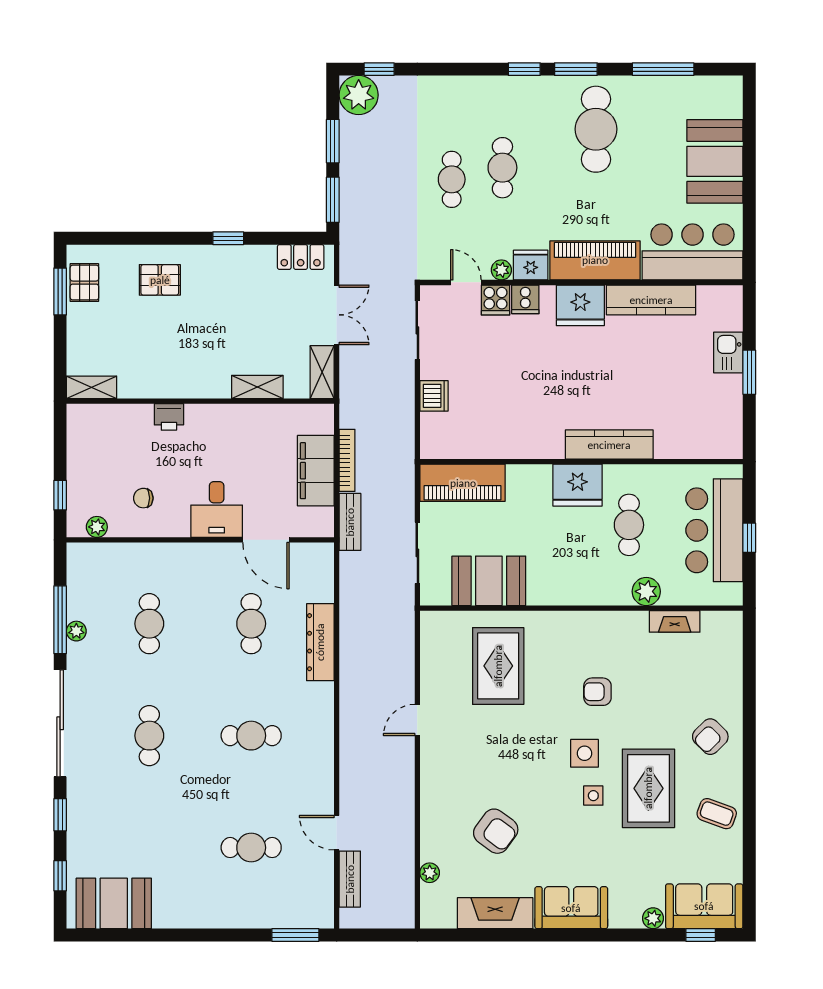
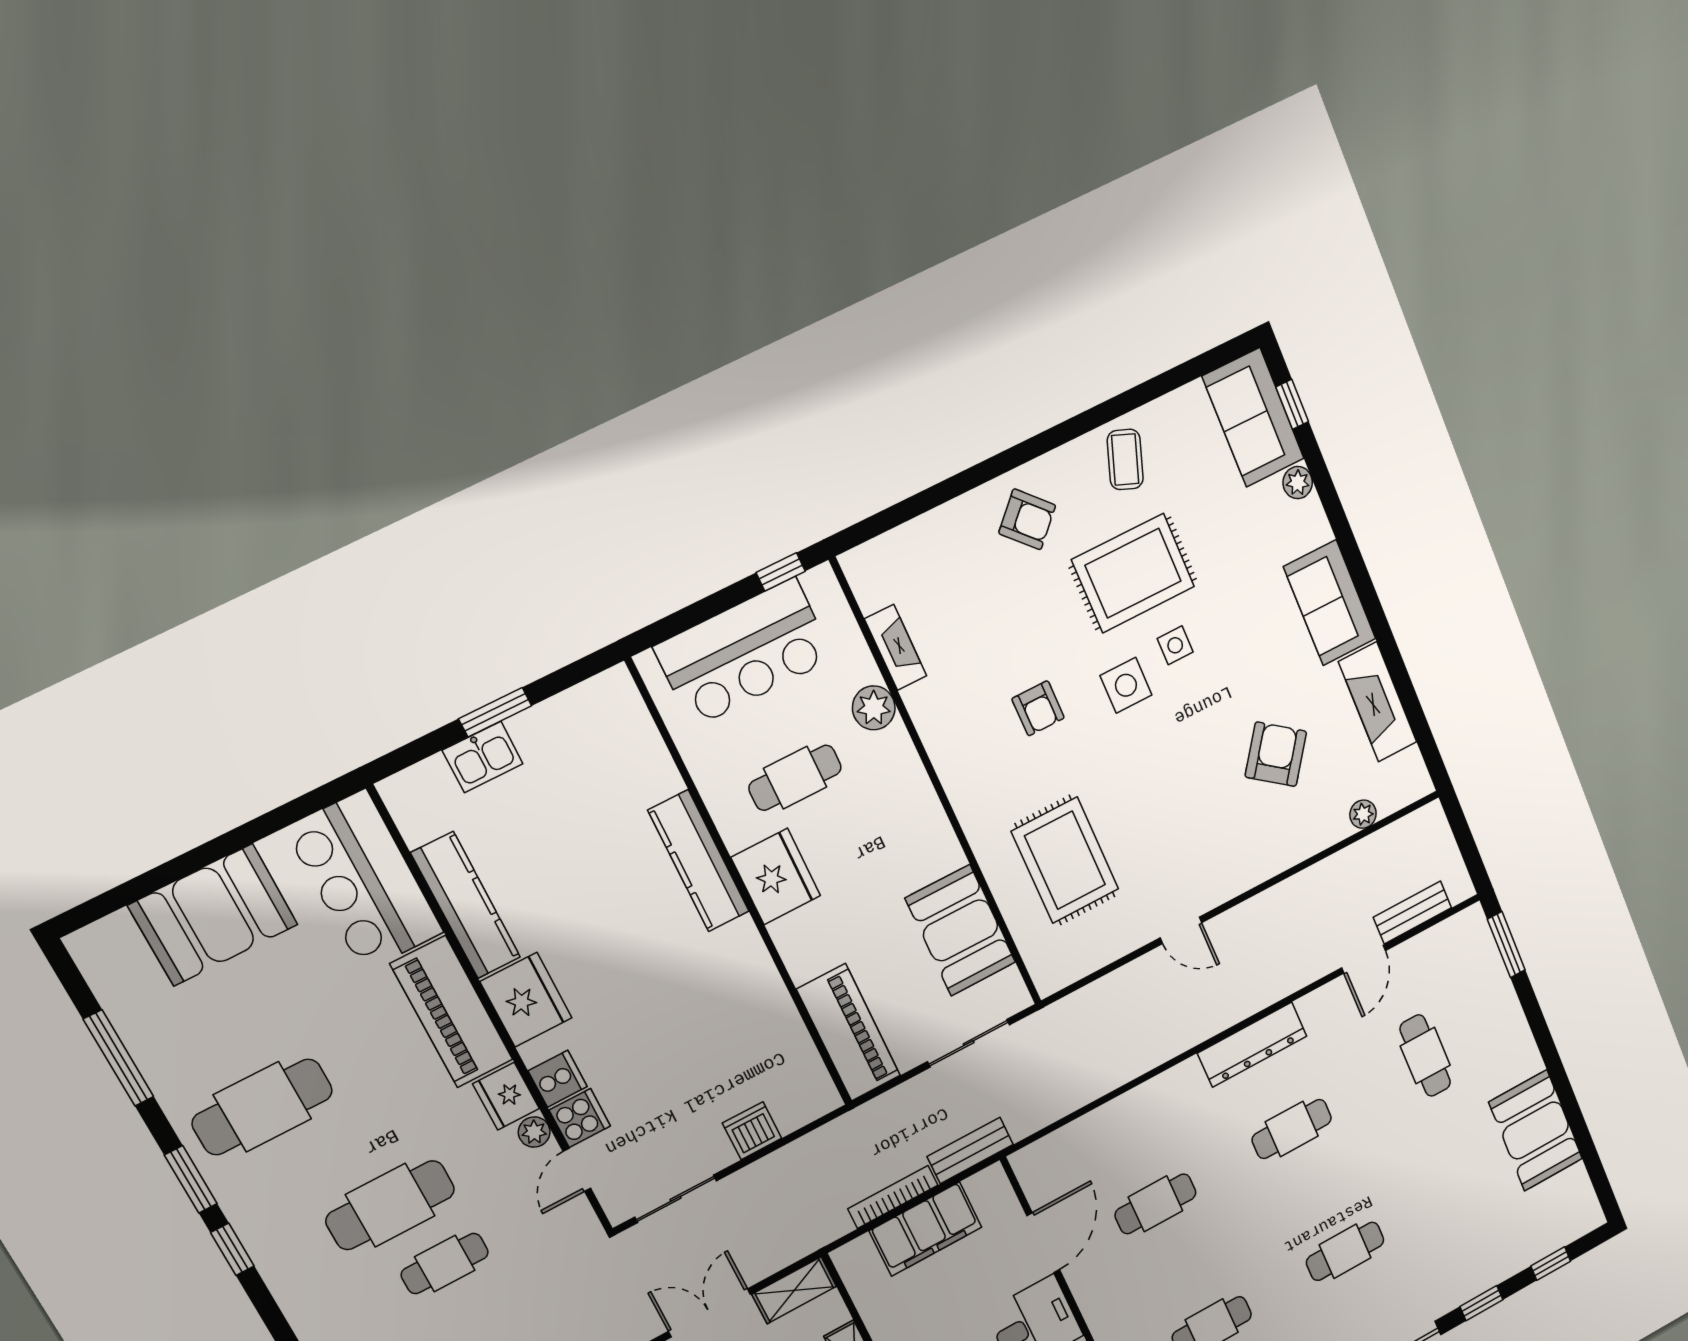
cafe table: (502, 168) -> (390, 1205), width x1.37, depth x1.35
window: (749, 538) -> (781, 572), moved
dresser: (320, 642) -> (1252, 1045), moved
rug: (498, 666) -> (1065, 860), turned 90
cafe table: (251, 736) -> (1292, 1129), turned 90
booth: (114, 903) -> (1536, 1130), moved

